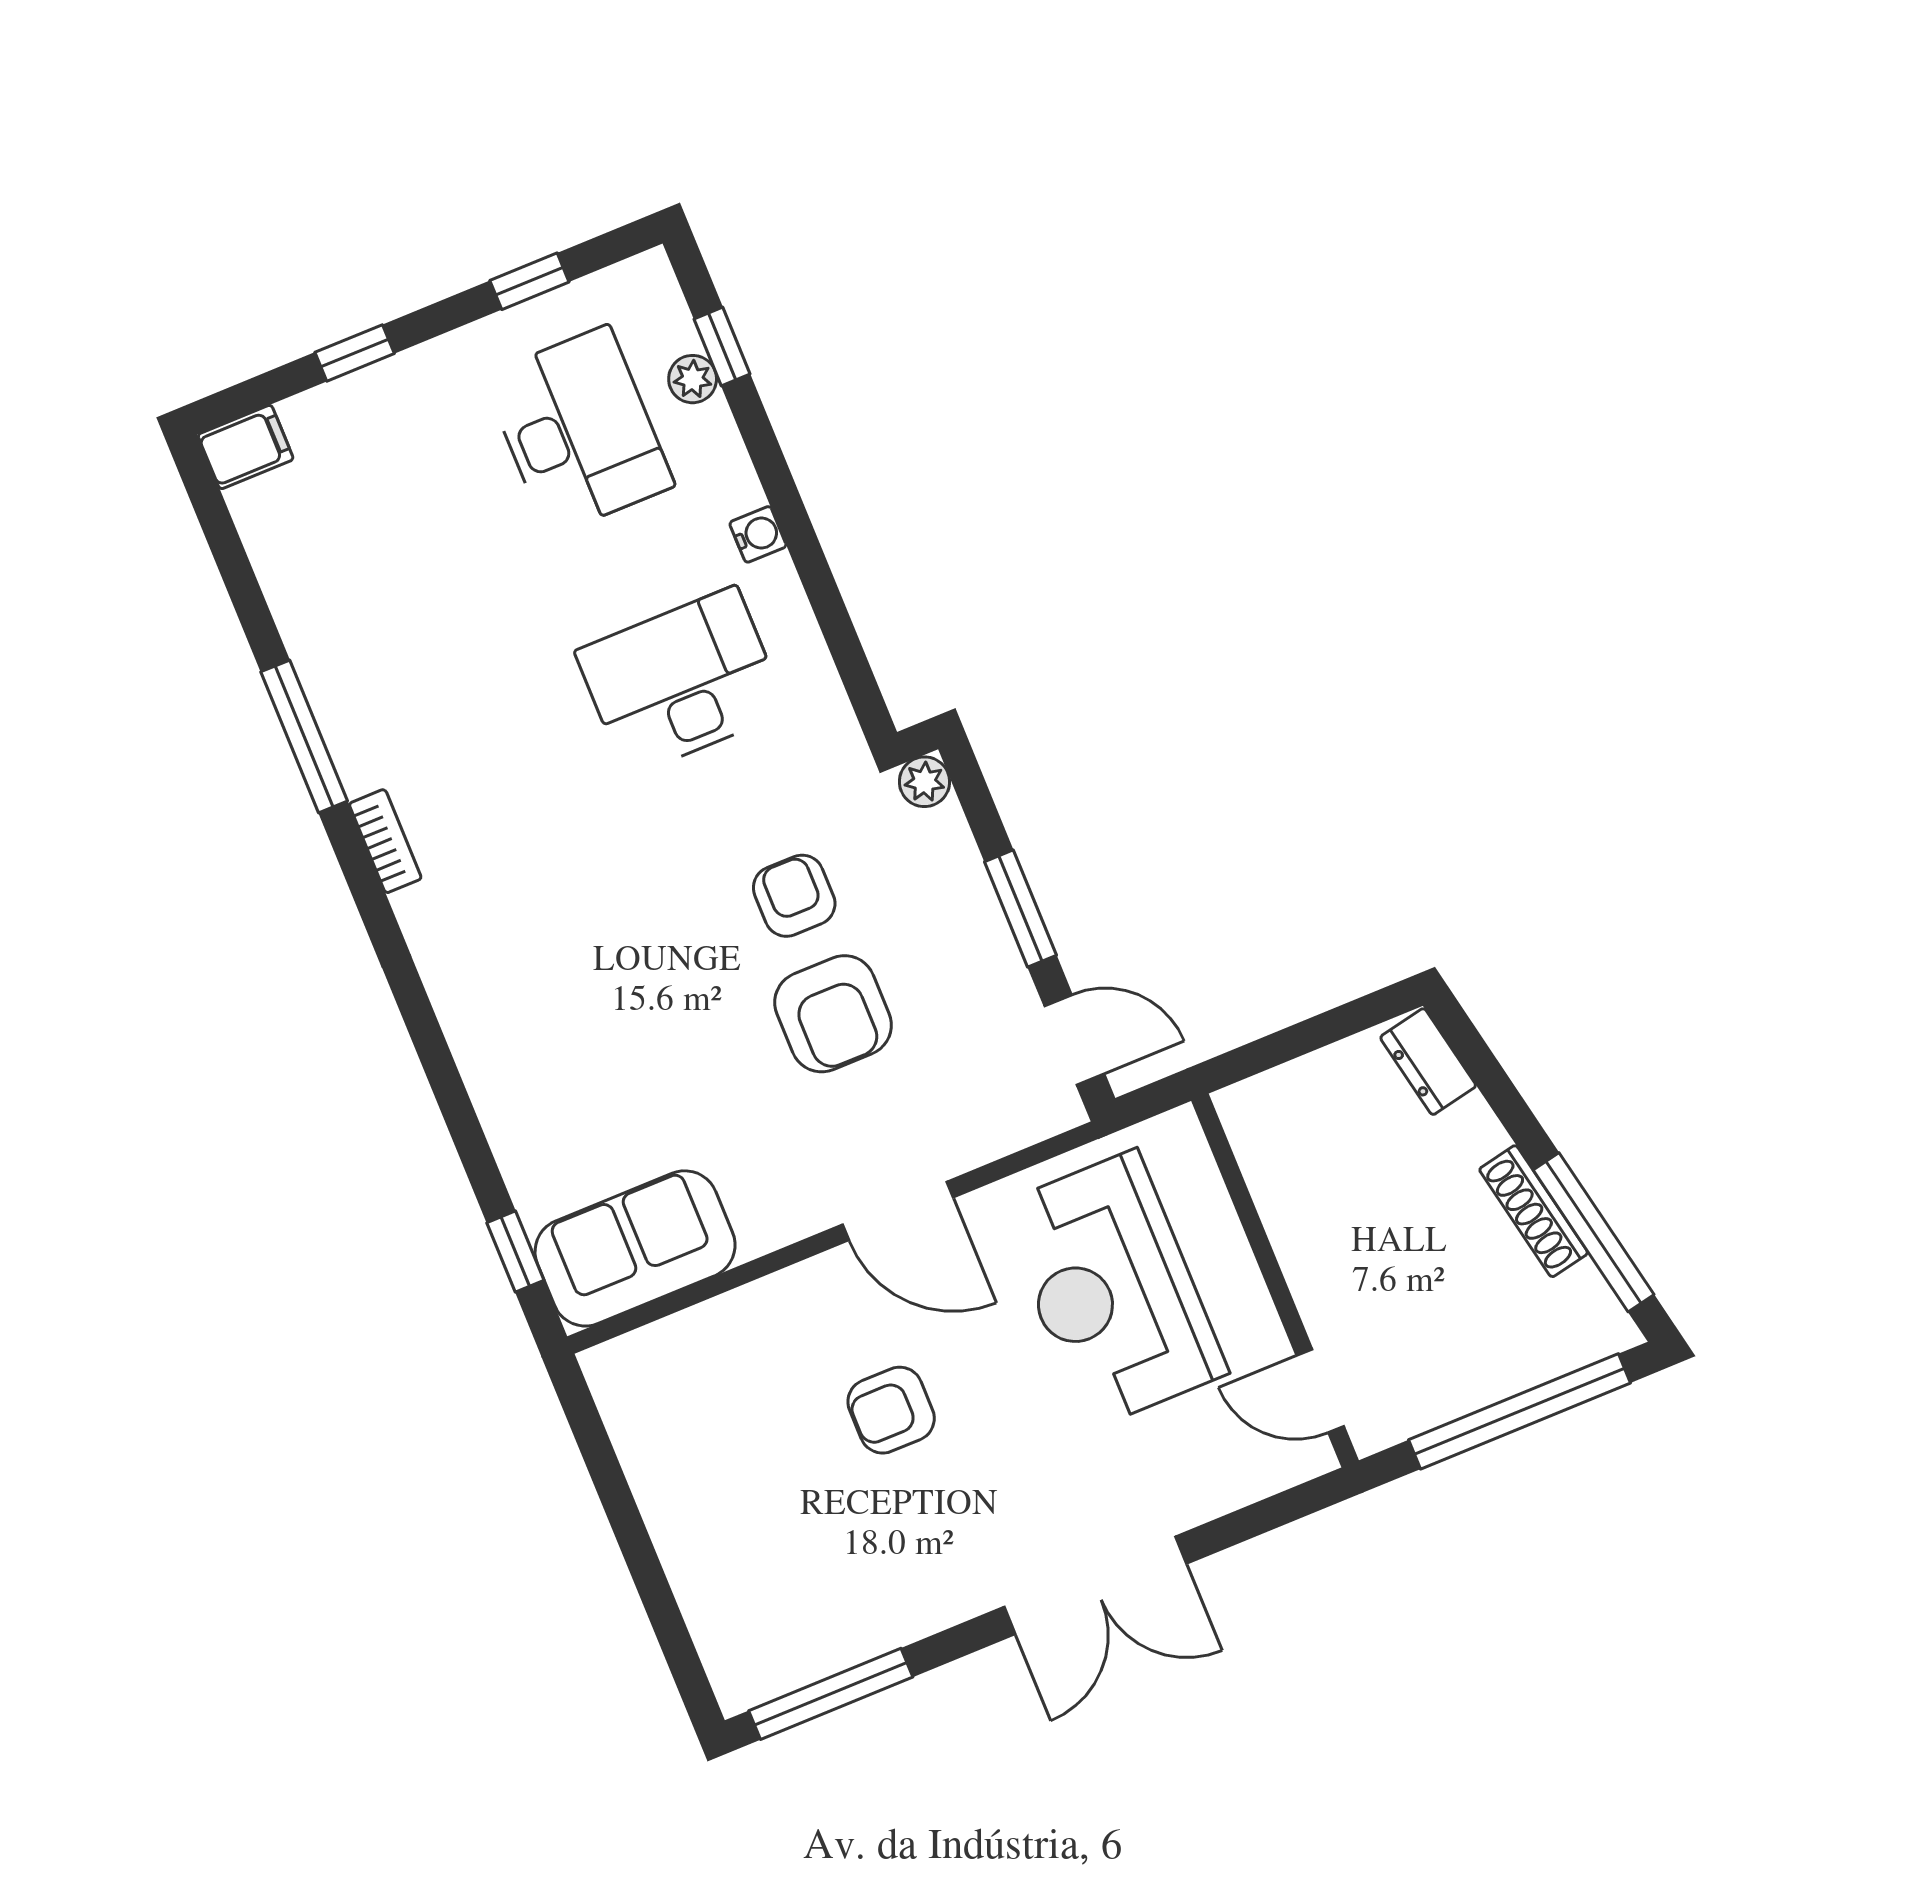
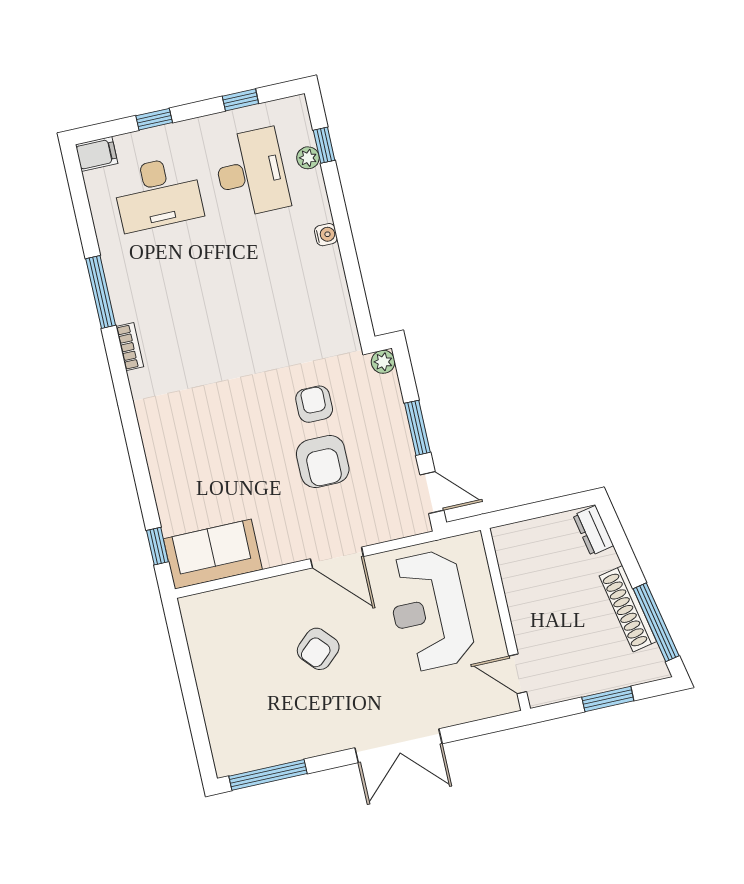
desk: (681, 681) -> (158, 194), moved, turned 180
shoe rack: (1534, 1211) -> (628, 609), width x1.36, depth x1.24
armchair: (891, 1410) -> (318, 649), turned -42
window: (1519, 1411) -> (608, 699), width x0.47

